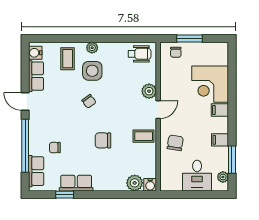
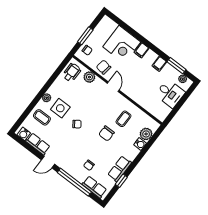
plant: (149, 91) -> (89, 77), moved
coffee table: (144, 136) -> (123, 119), moved
chair: (175, 143) -> (104, 67), moved
water cooler: (150, 185) -> (140, 144), moved

